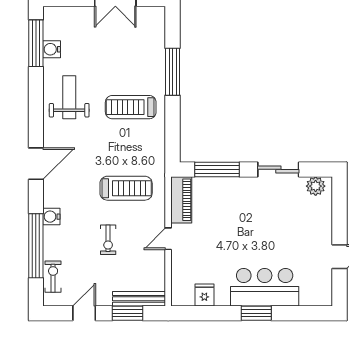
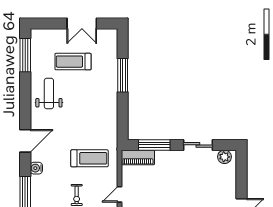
water cooler: (52, 49) -> (36, 59), removed
treadmill: (131, 107) -> (73, 62), moved
piano: (181, 200) -> (138, 157), moved, turned 90
water cooler: (51, 217) -> (36, 168), moved

